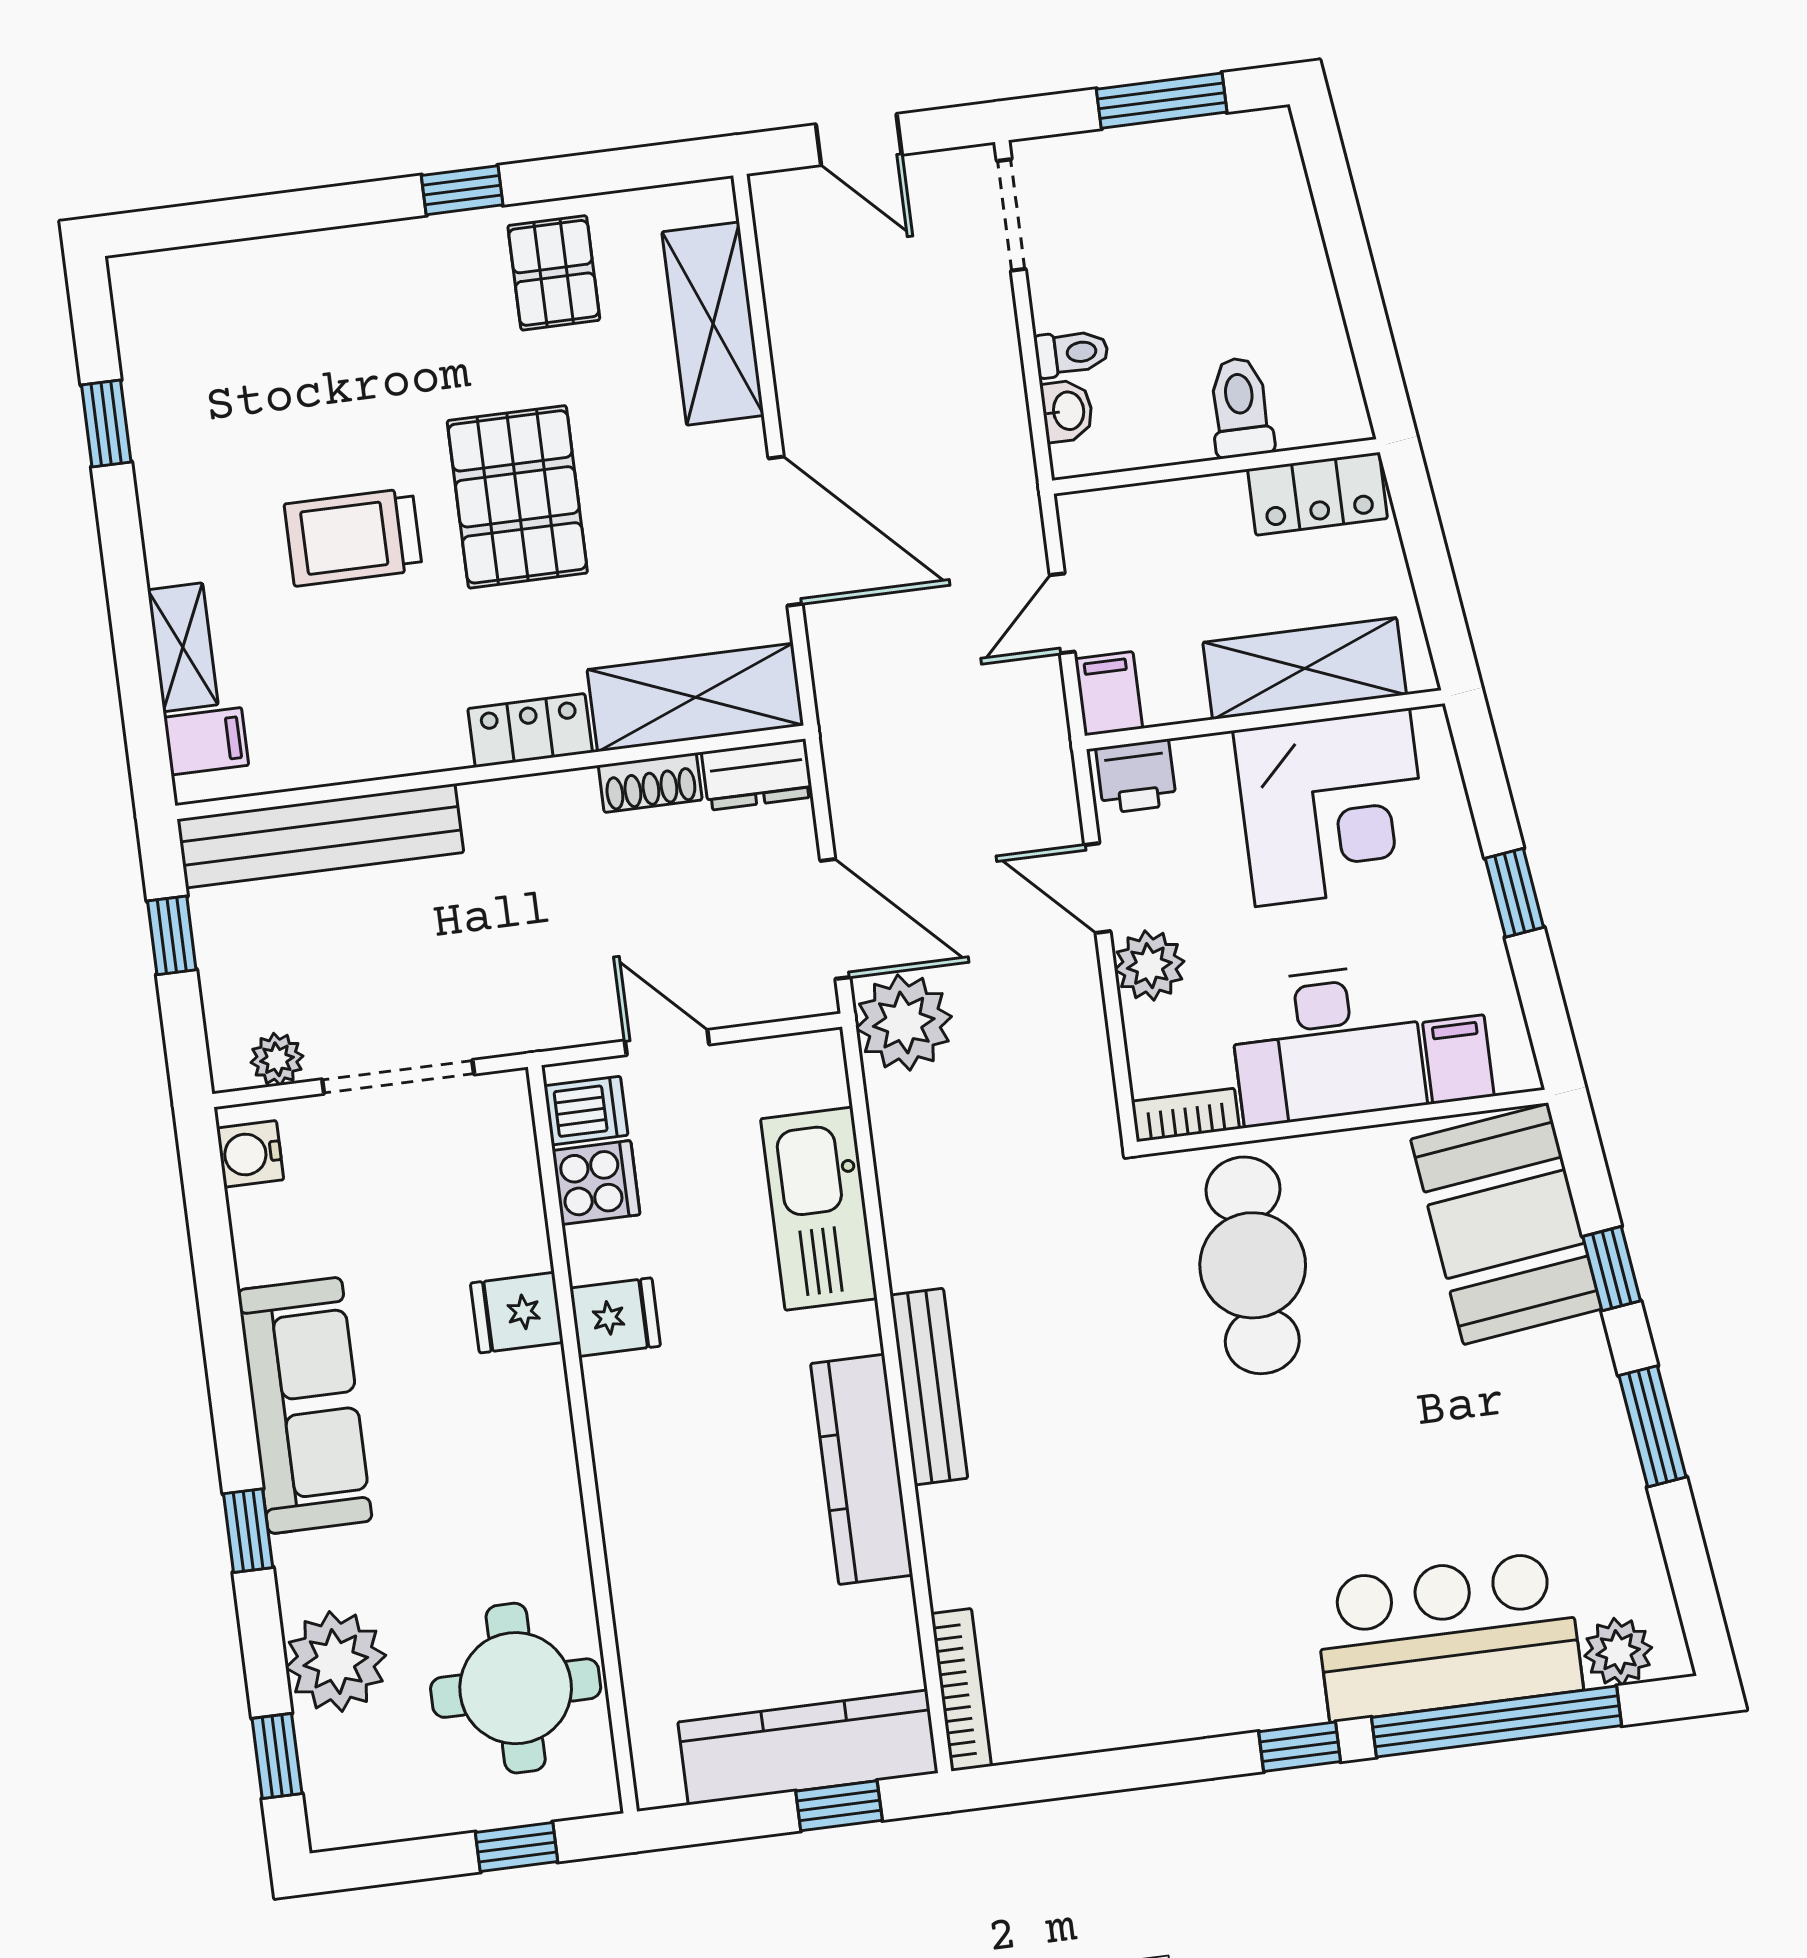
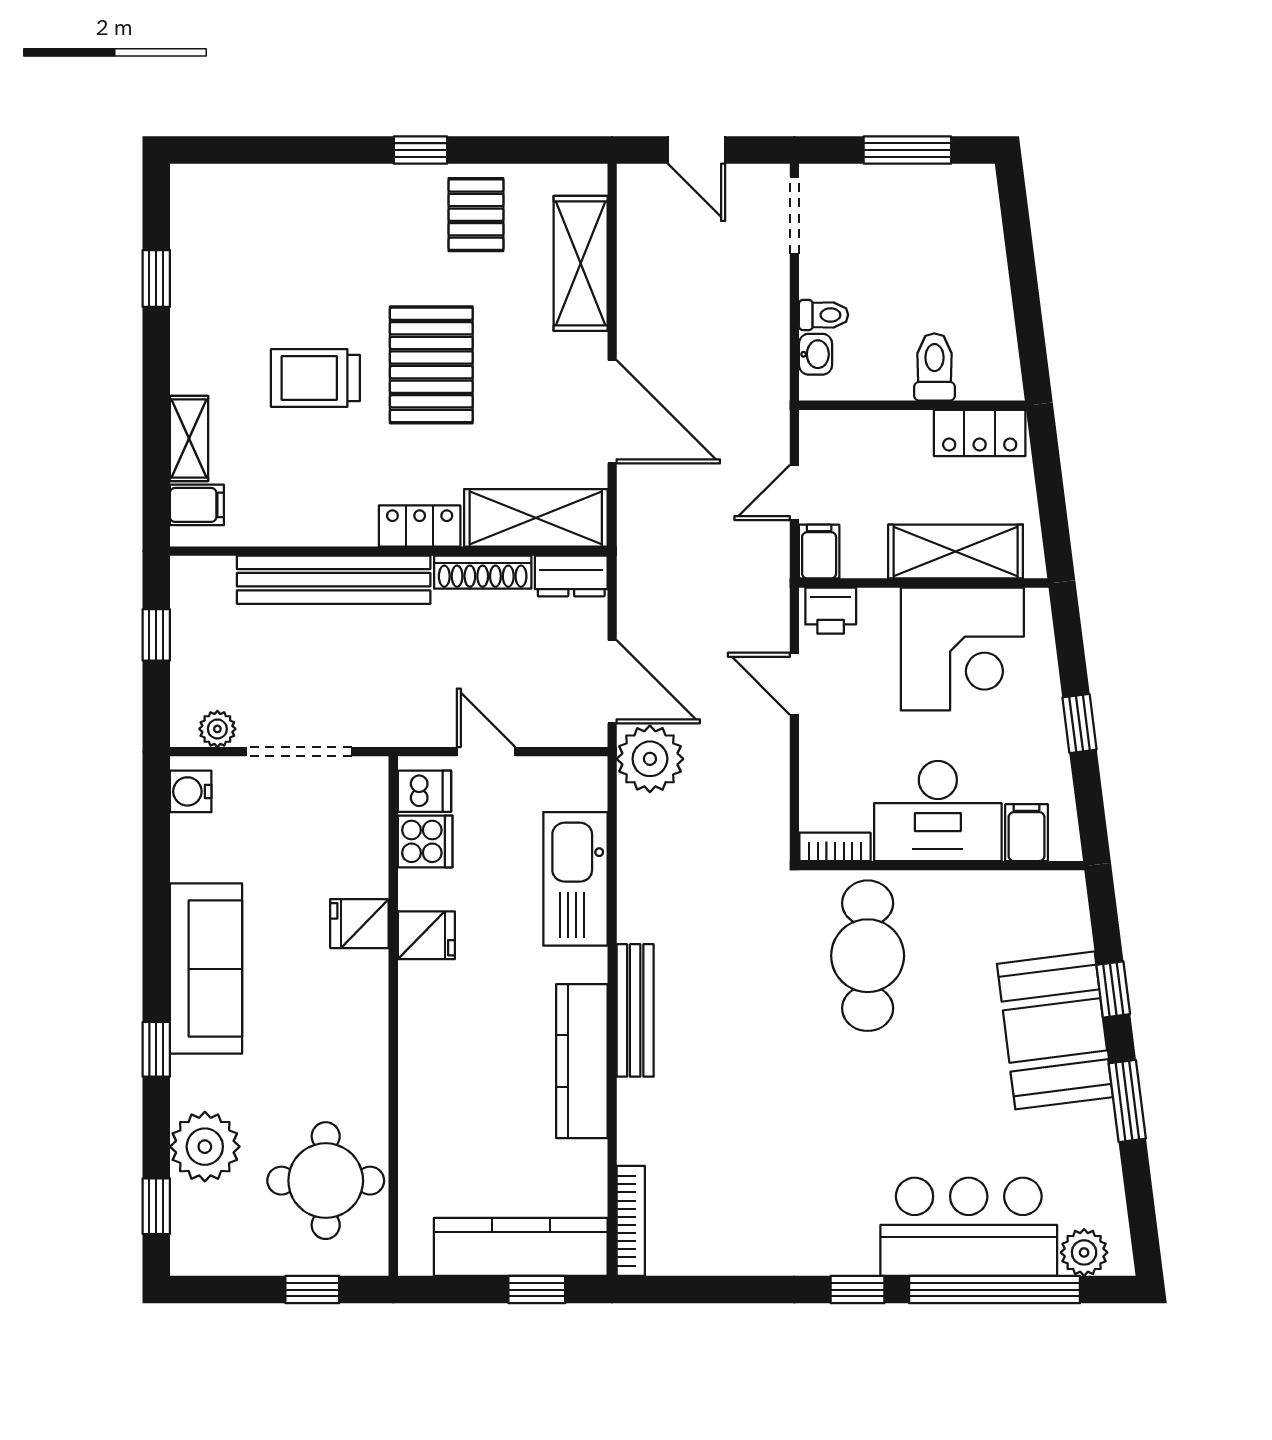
shoe rack: (650, 783) -> (483, 572), width x1.43
bench: (320, 836) -> (334, 580), moved
plant: (1149, 966) -> (823, 741), removed
booth: (1506, 1224) -> (1055, 1030), moved

